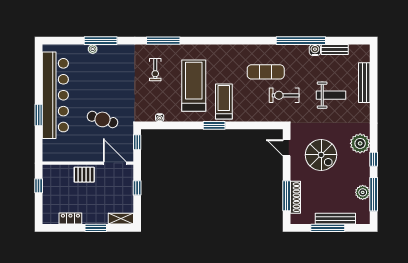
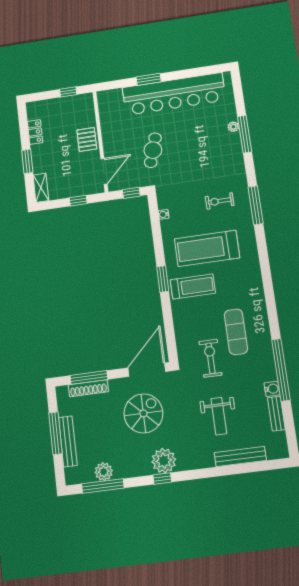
treadmill: (194, 86) -> (207, 248), turned 180
door: (287, 148) -> (147, 370), width x1.87
spiral stairs: (321, 155) -> (143, 413), turned 180
window: (374, 159) -> (162, 478), moved

